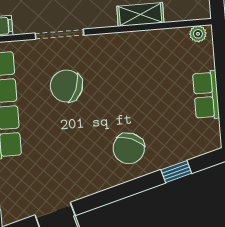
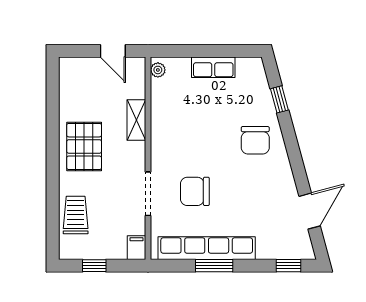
chair: (66, 86) -> (195, 191), turned 68
chair: (129, 148) -> (255, 140), turned 68

